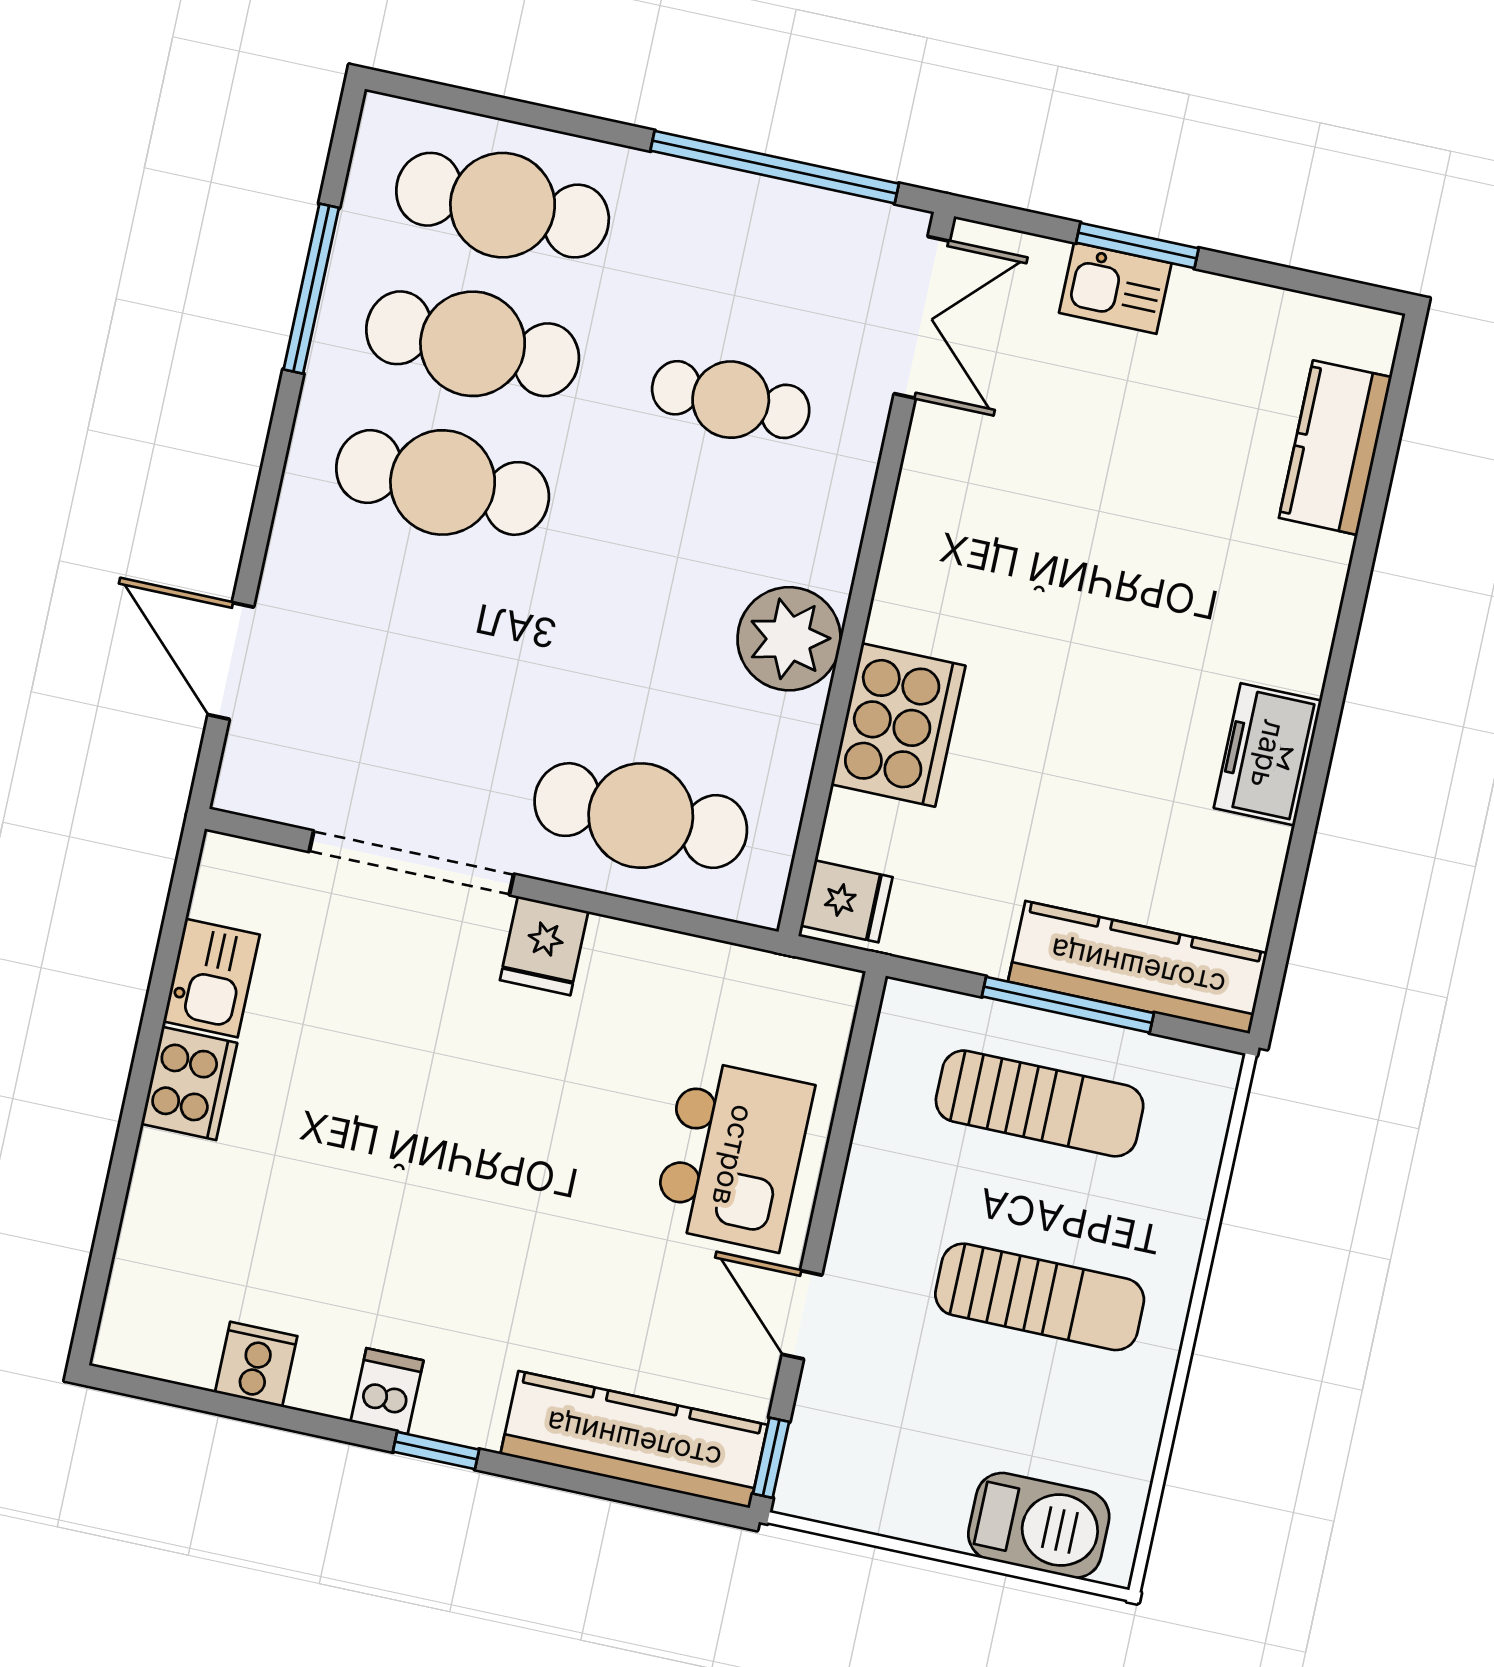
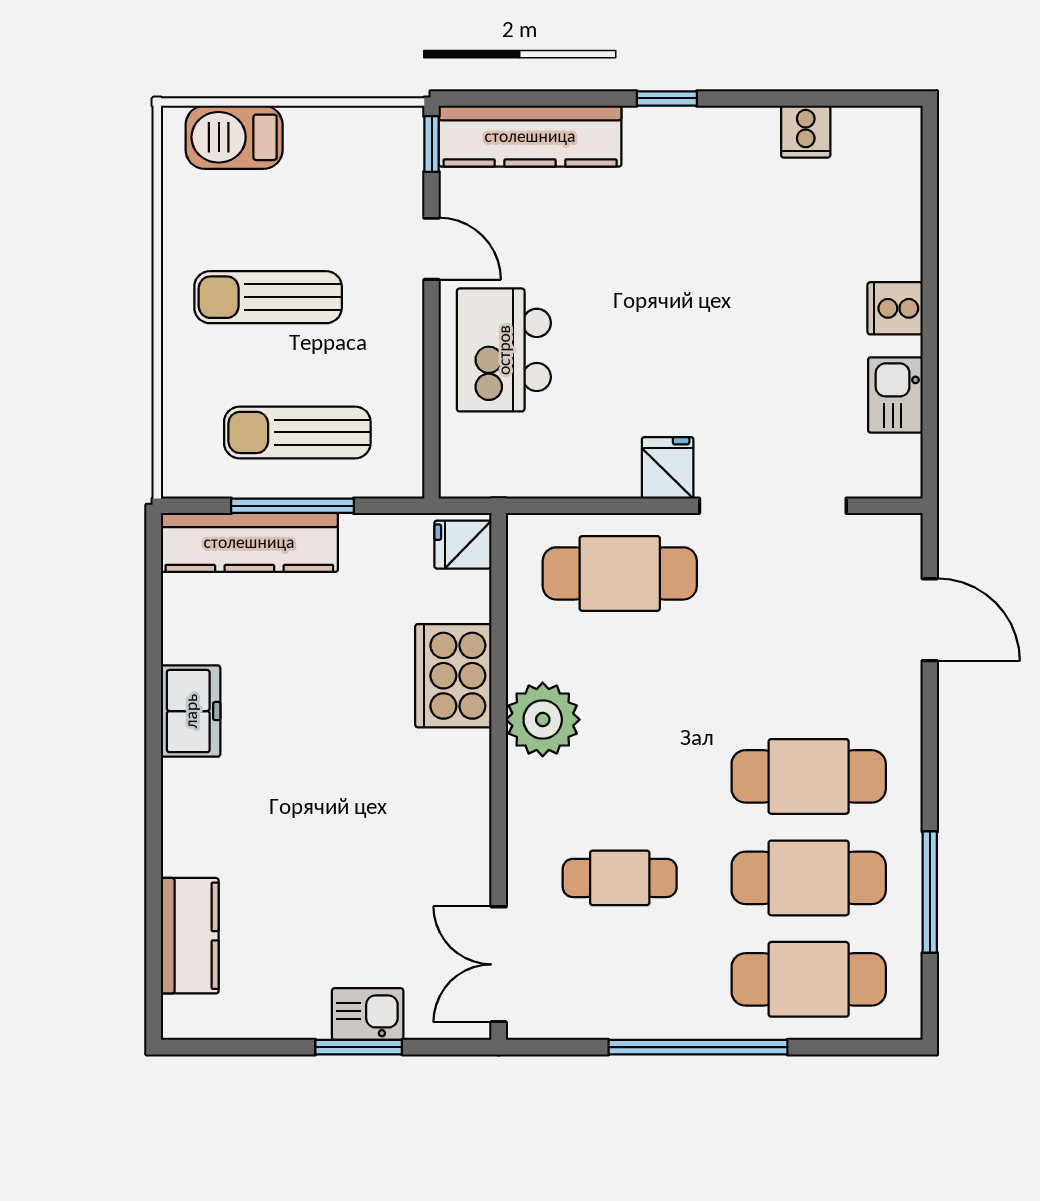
window: (775, 167) -> (698, 1047), moved
cooker: (189, 1083) -> (895, 308), width x0.73
dishwasher: (387, 1391) -> (710, 133), removed

